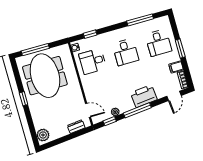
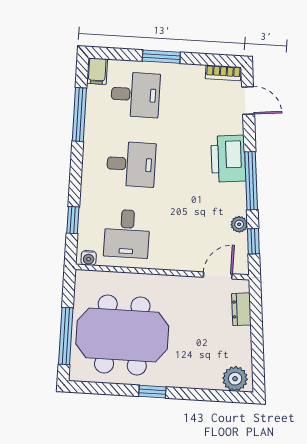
filing cabinet: (176, 67) -> (97, 71), moved

